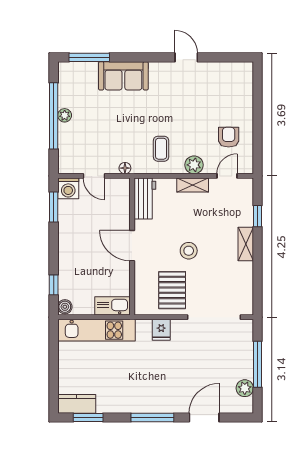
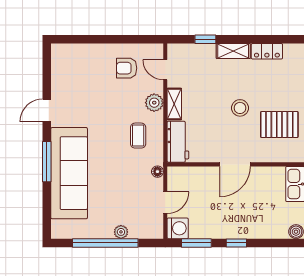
window: (89, 57) -> (47, 162), moved
sofa: (123, 76) -> (69, 173), width x1.85, depth x1.27
plant: (65, 115) -> (121, 232), moved
coffee table: (161, 149) -> (138, 136), turned 90
workbench: (145, 199) -> (178, 142), moved, turned 90
locker: (245, 278) -> (267, 51), added
window: (54, 285) -> (236, 243), moved

